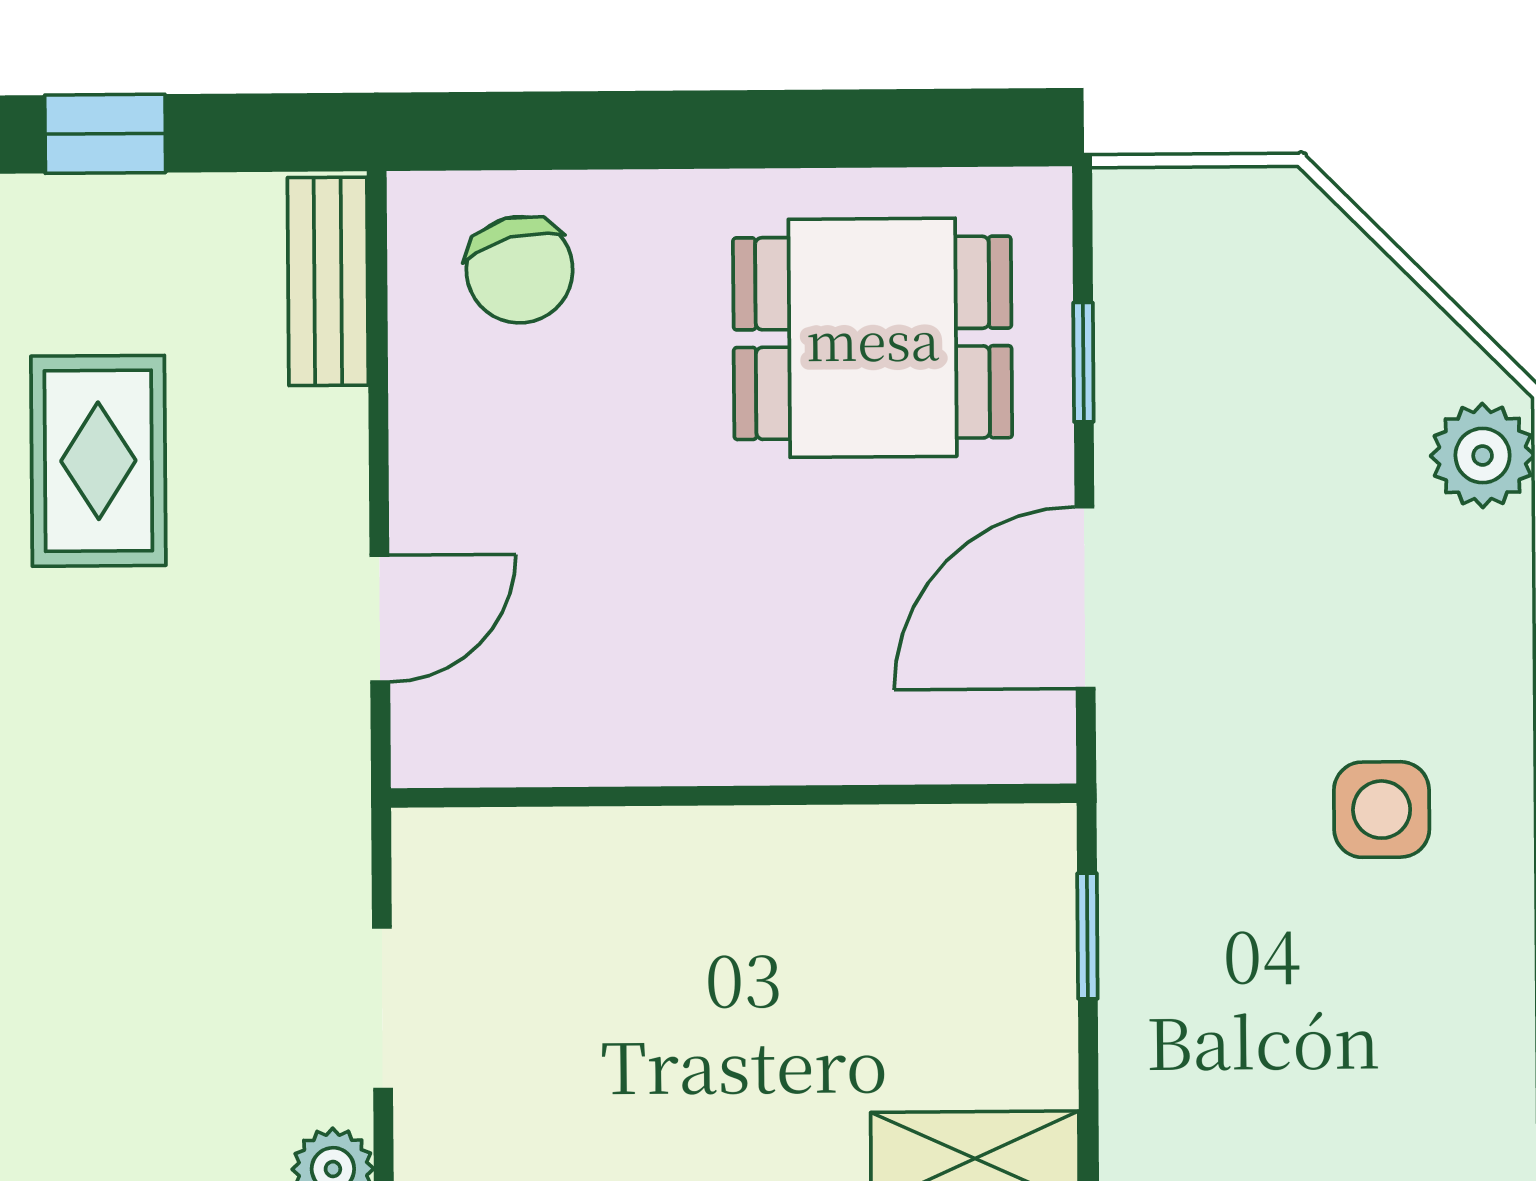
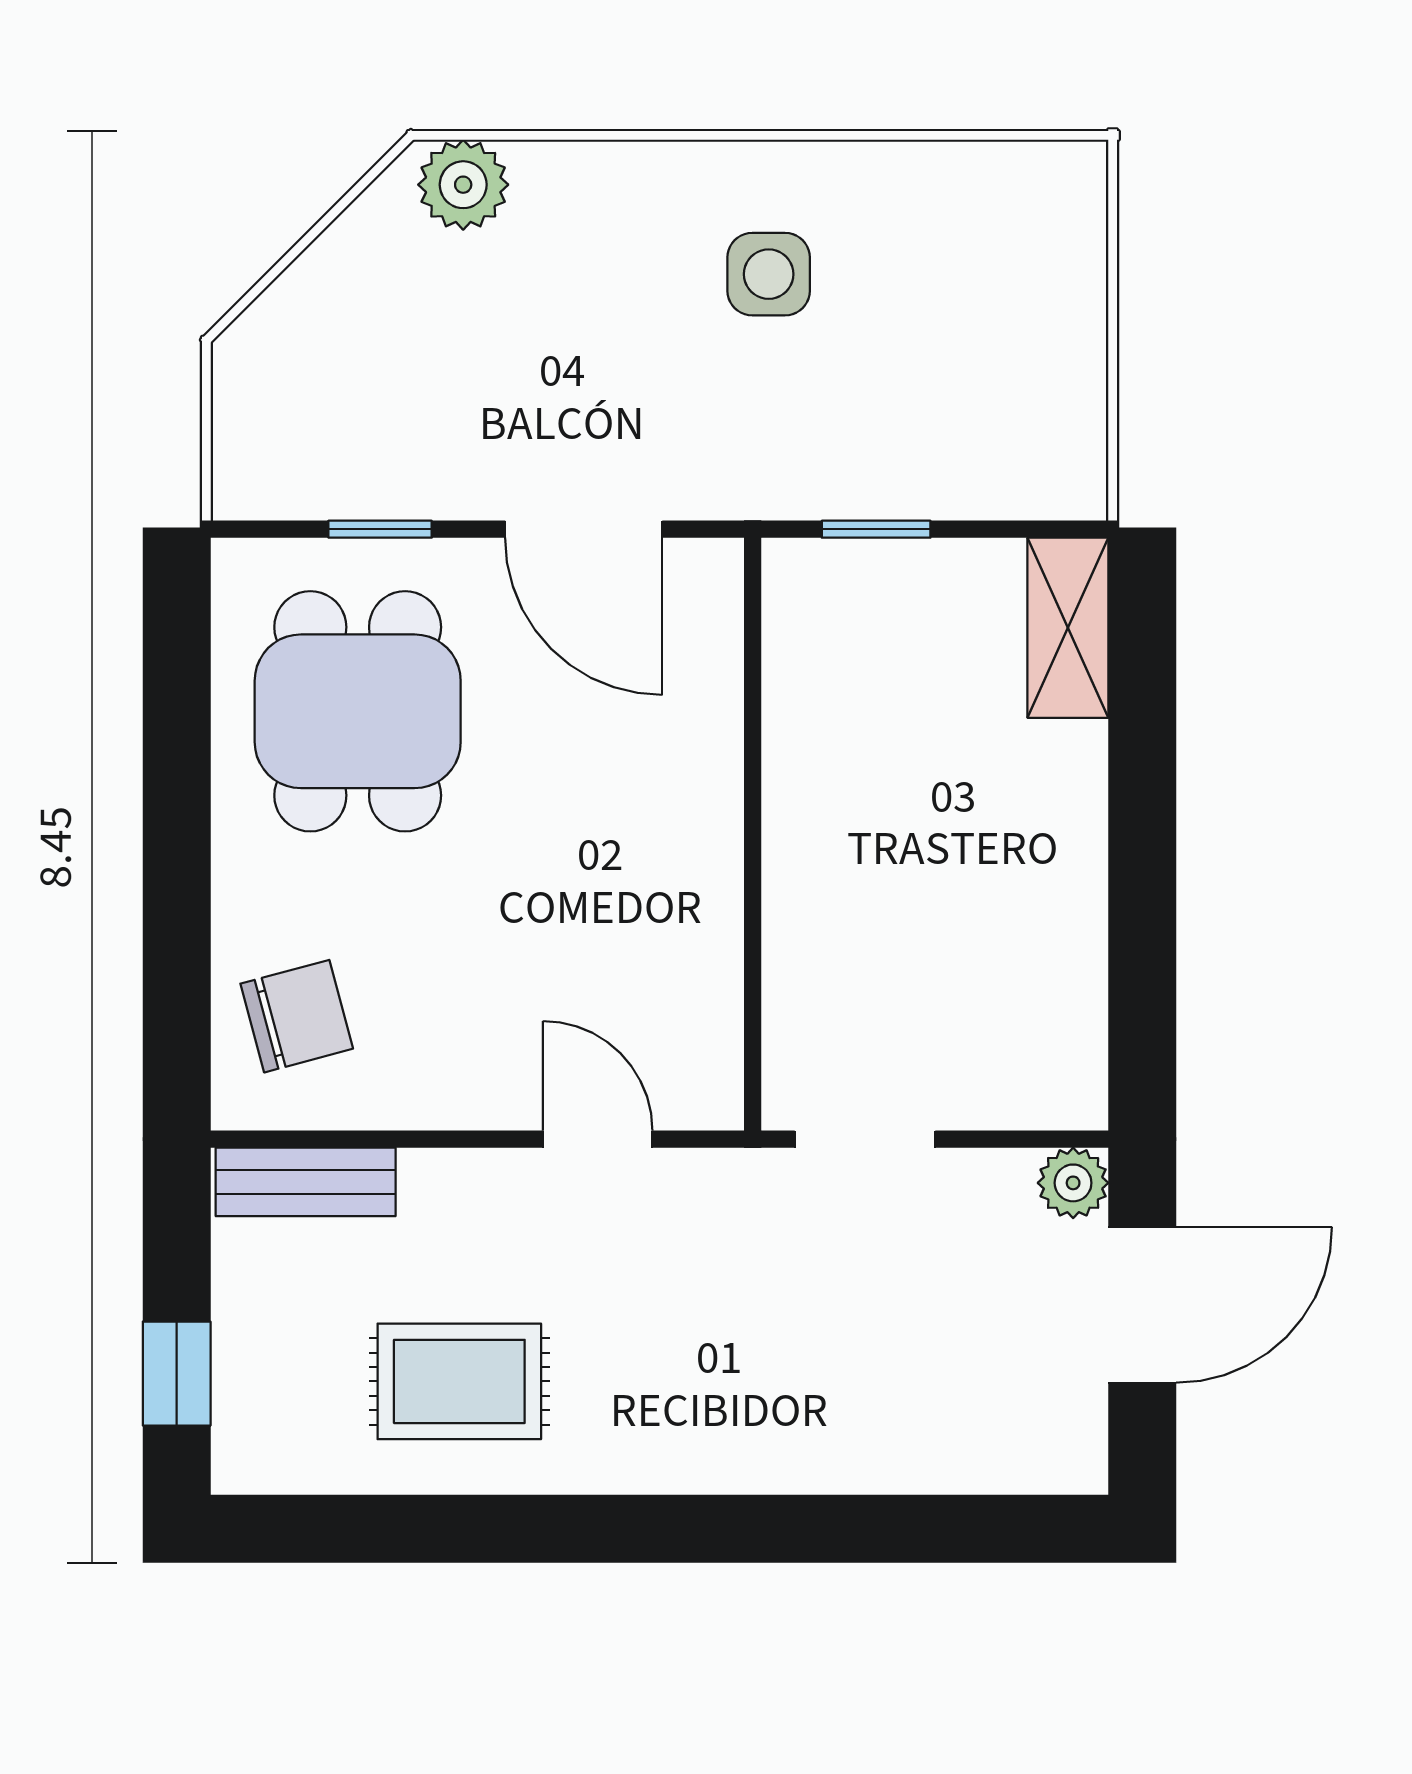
doorway: (383, 1008) -> (865, 1139), moved

